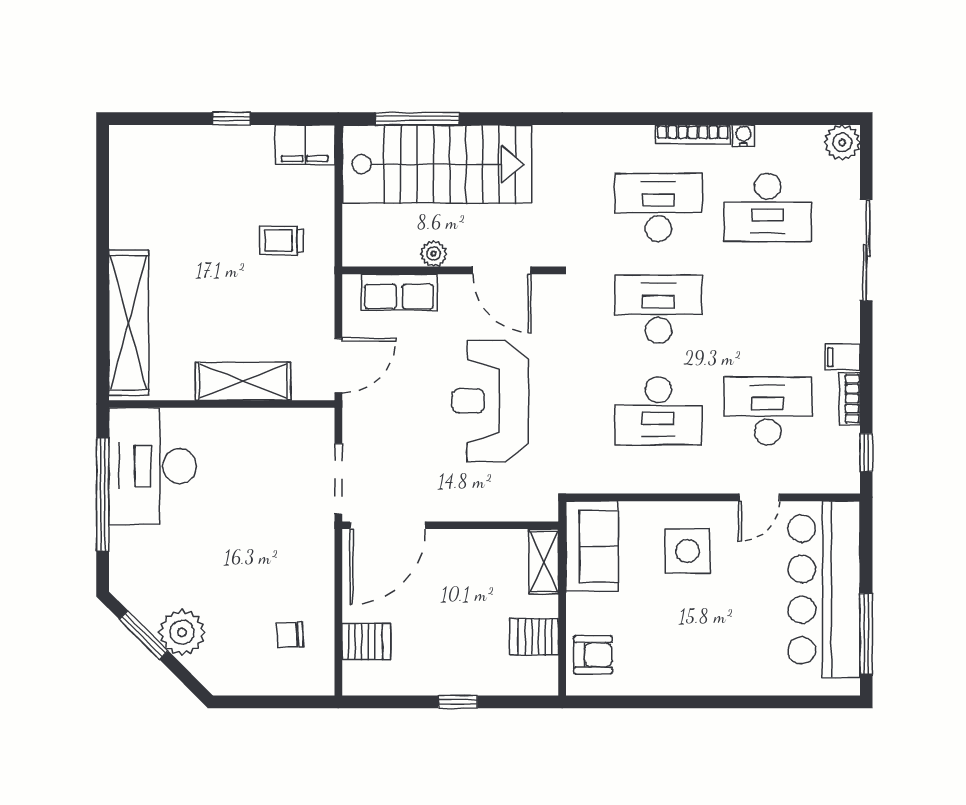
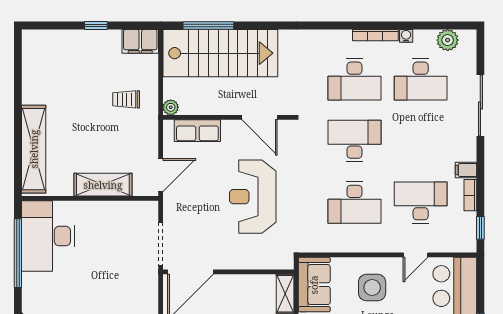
plant: (842, 143) -> (448, 40), moved
desk: (658, 207) -> (354, 79), turned 180
plant: (434, 254) -> (171, 107), moved

